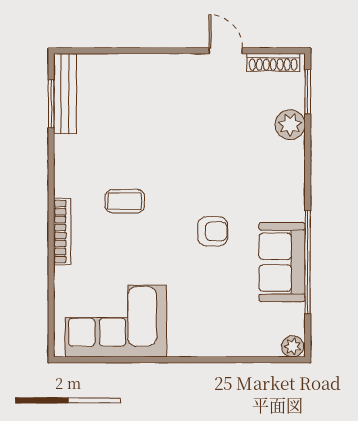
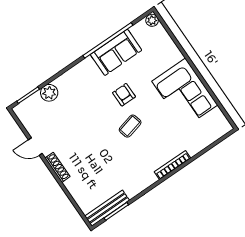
door: (226, 51) -> (35, 147), hinge flipped
shoe rack: (273, 62) -> (57, 167), moved
coffee table: (125, 201) -> (130, 126), moved, turned 76
corner sofa: (116, 321) -> (185, 93), moved

